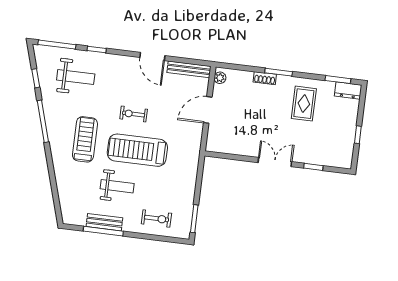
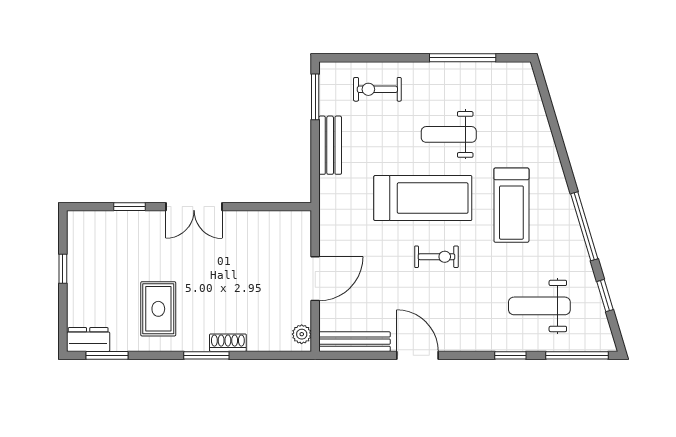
bench: (104, 222) -> (330, 145), moved, turned 90

